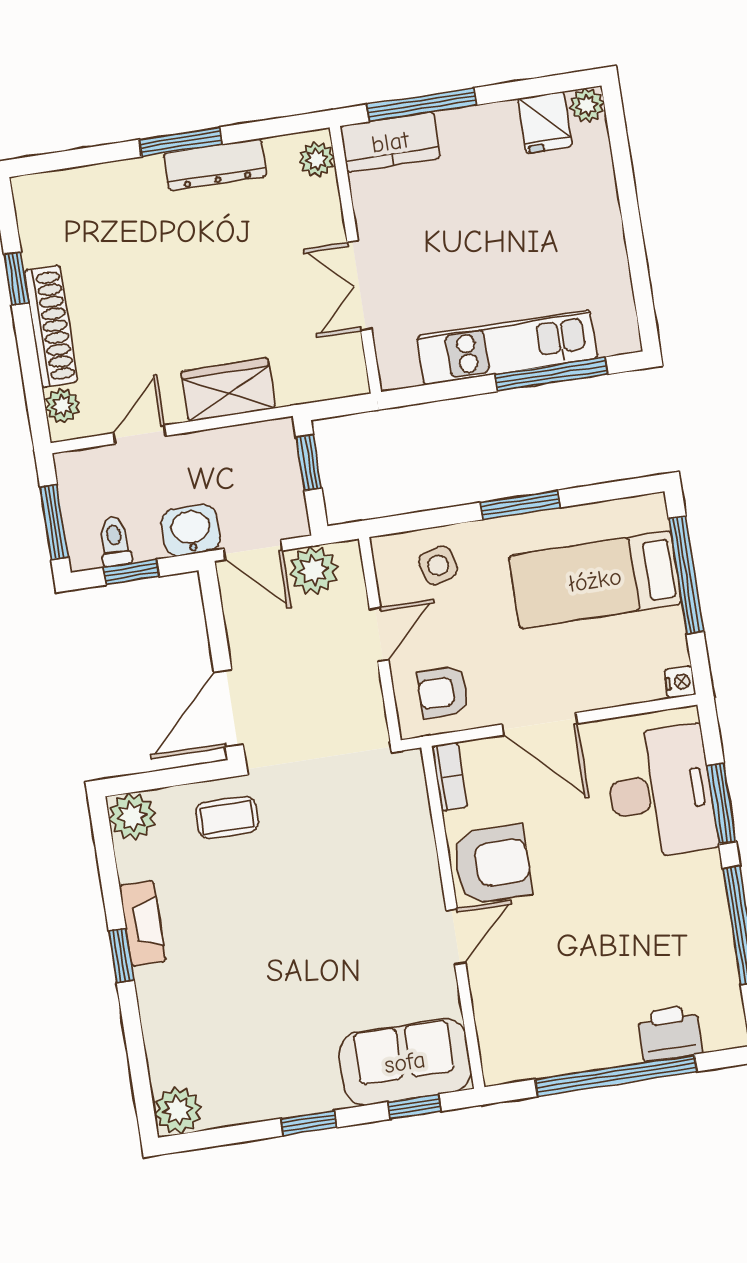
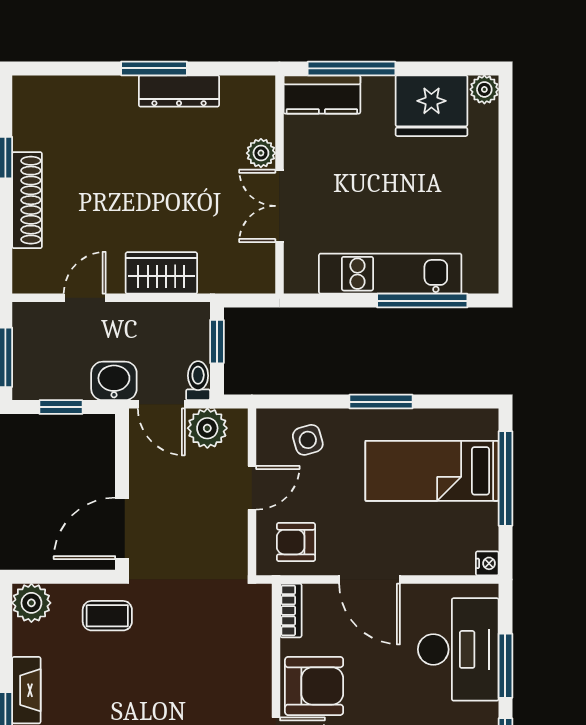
fridge: (545, 122) -> (431, 106), width x1.88, depth x1.34
plant: (317, 159) -> (261, 153), moved
plant: (62, 406) -> (26, 265), removed
toilet: (115, 542) -> (198, 381), moved

